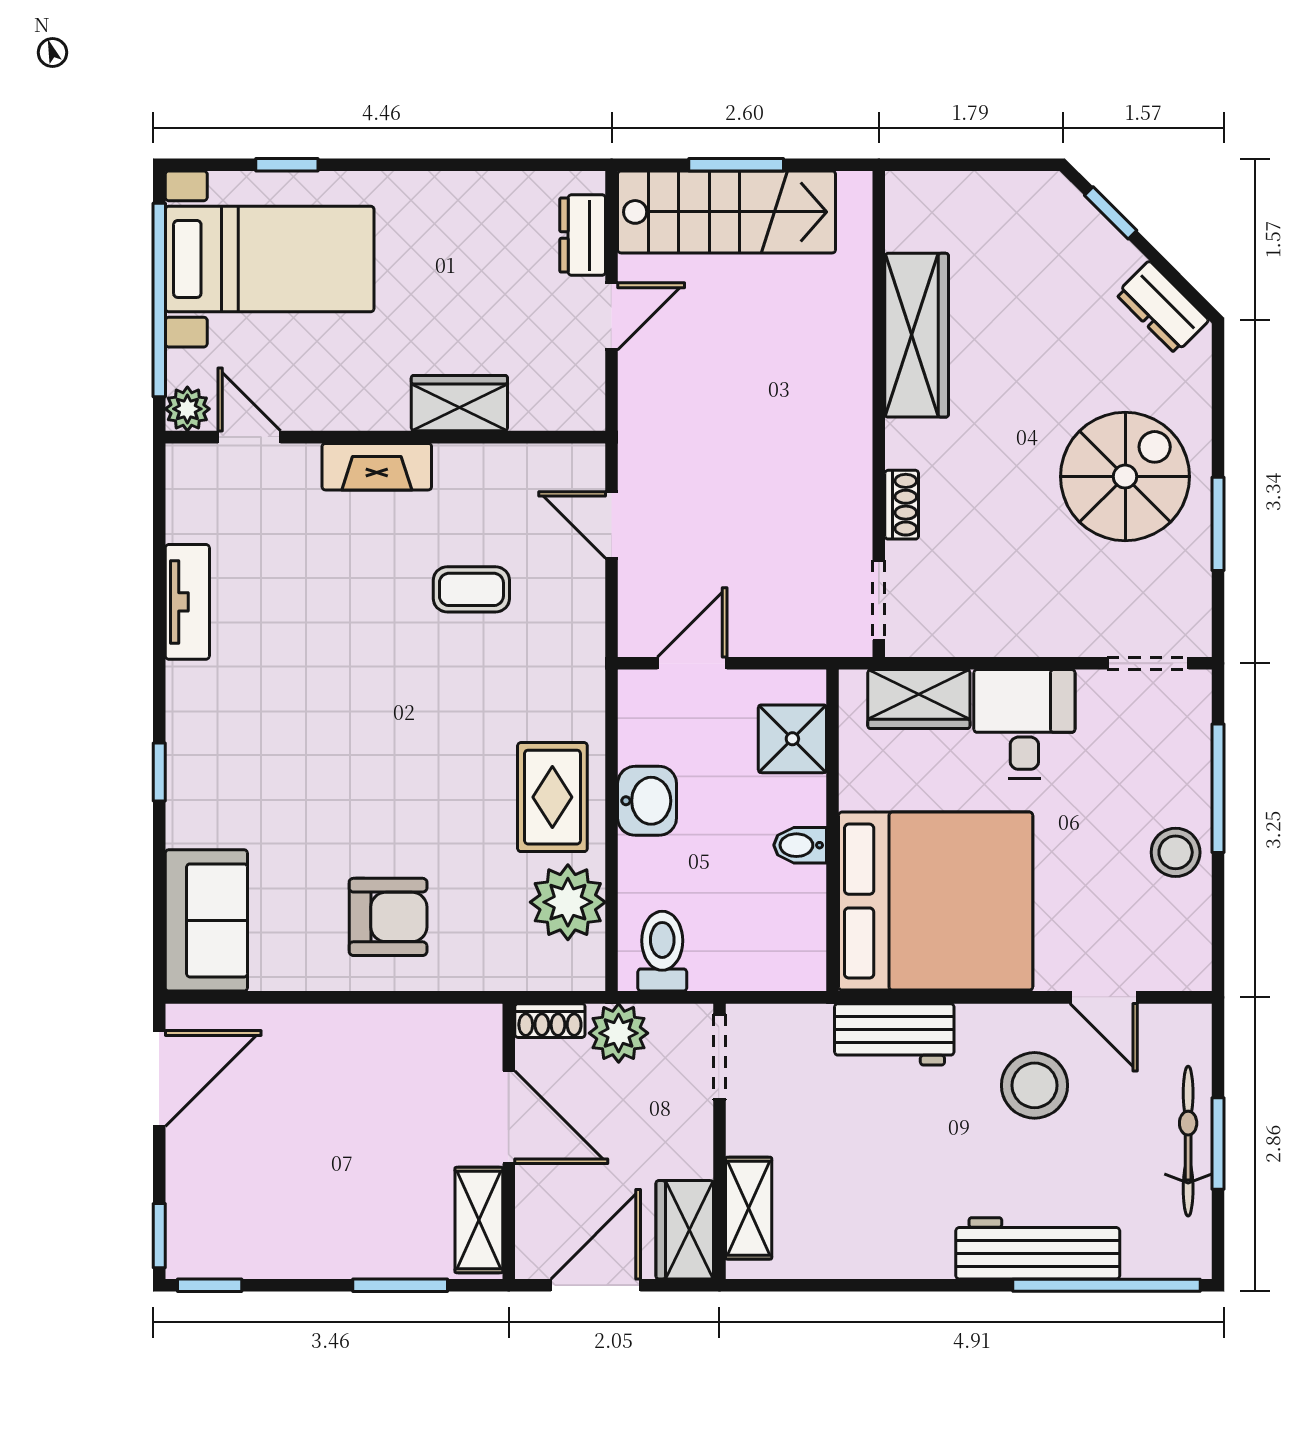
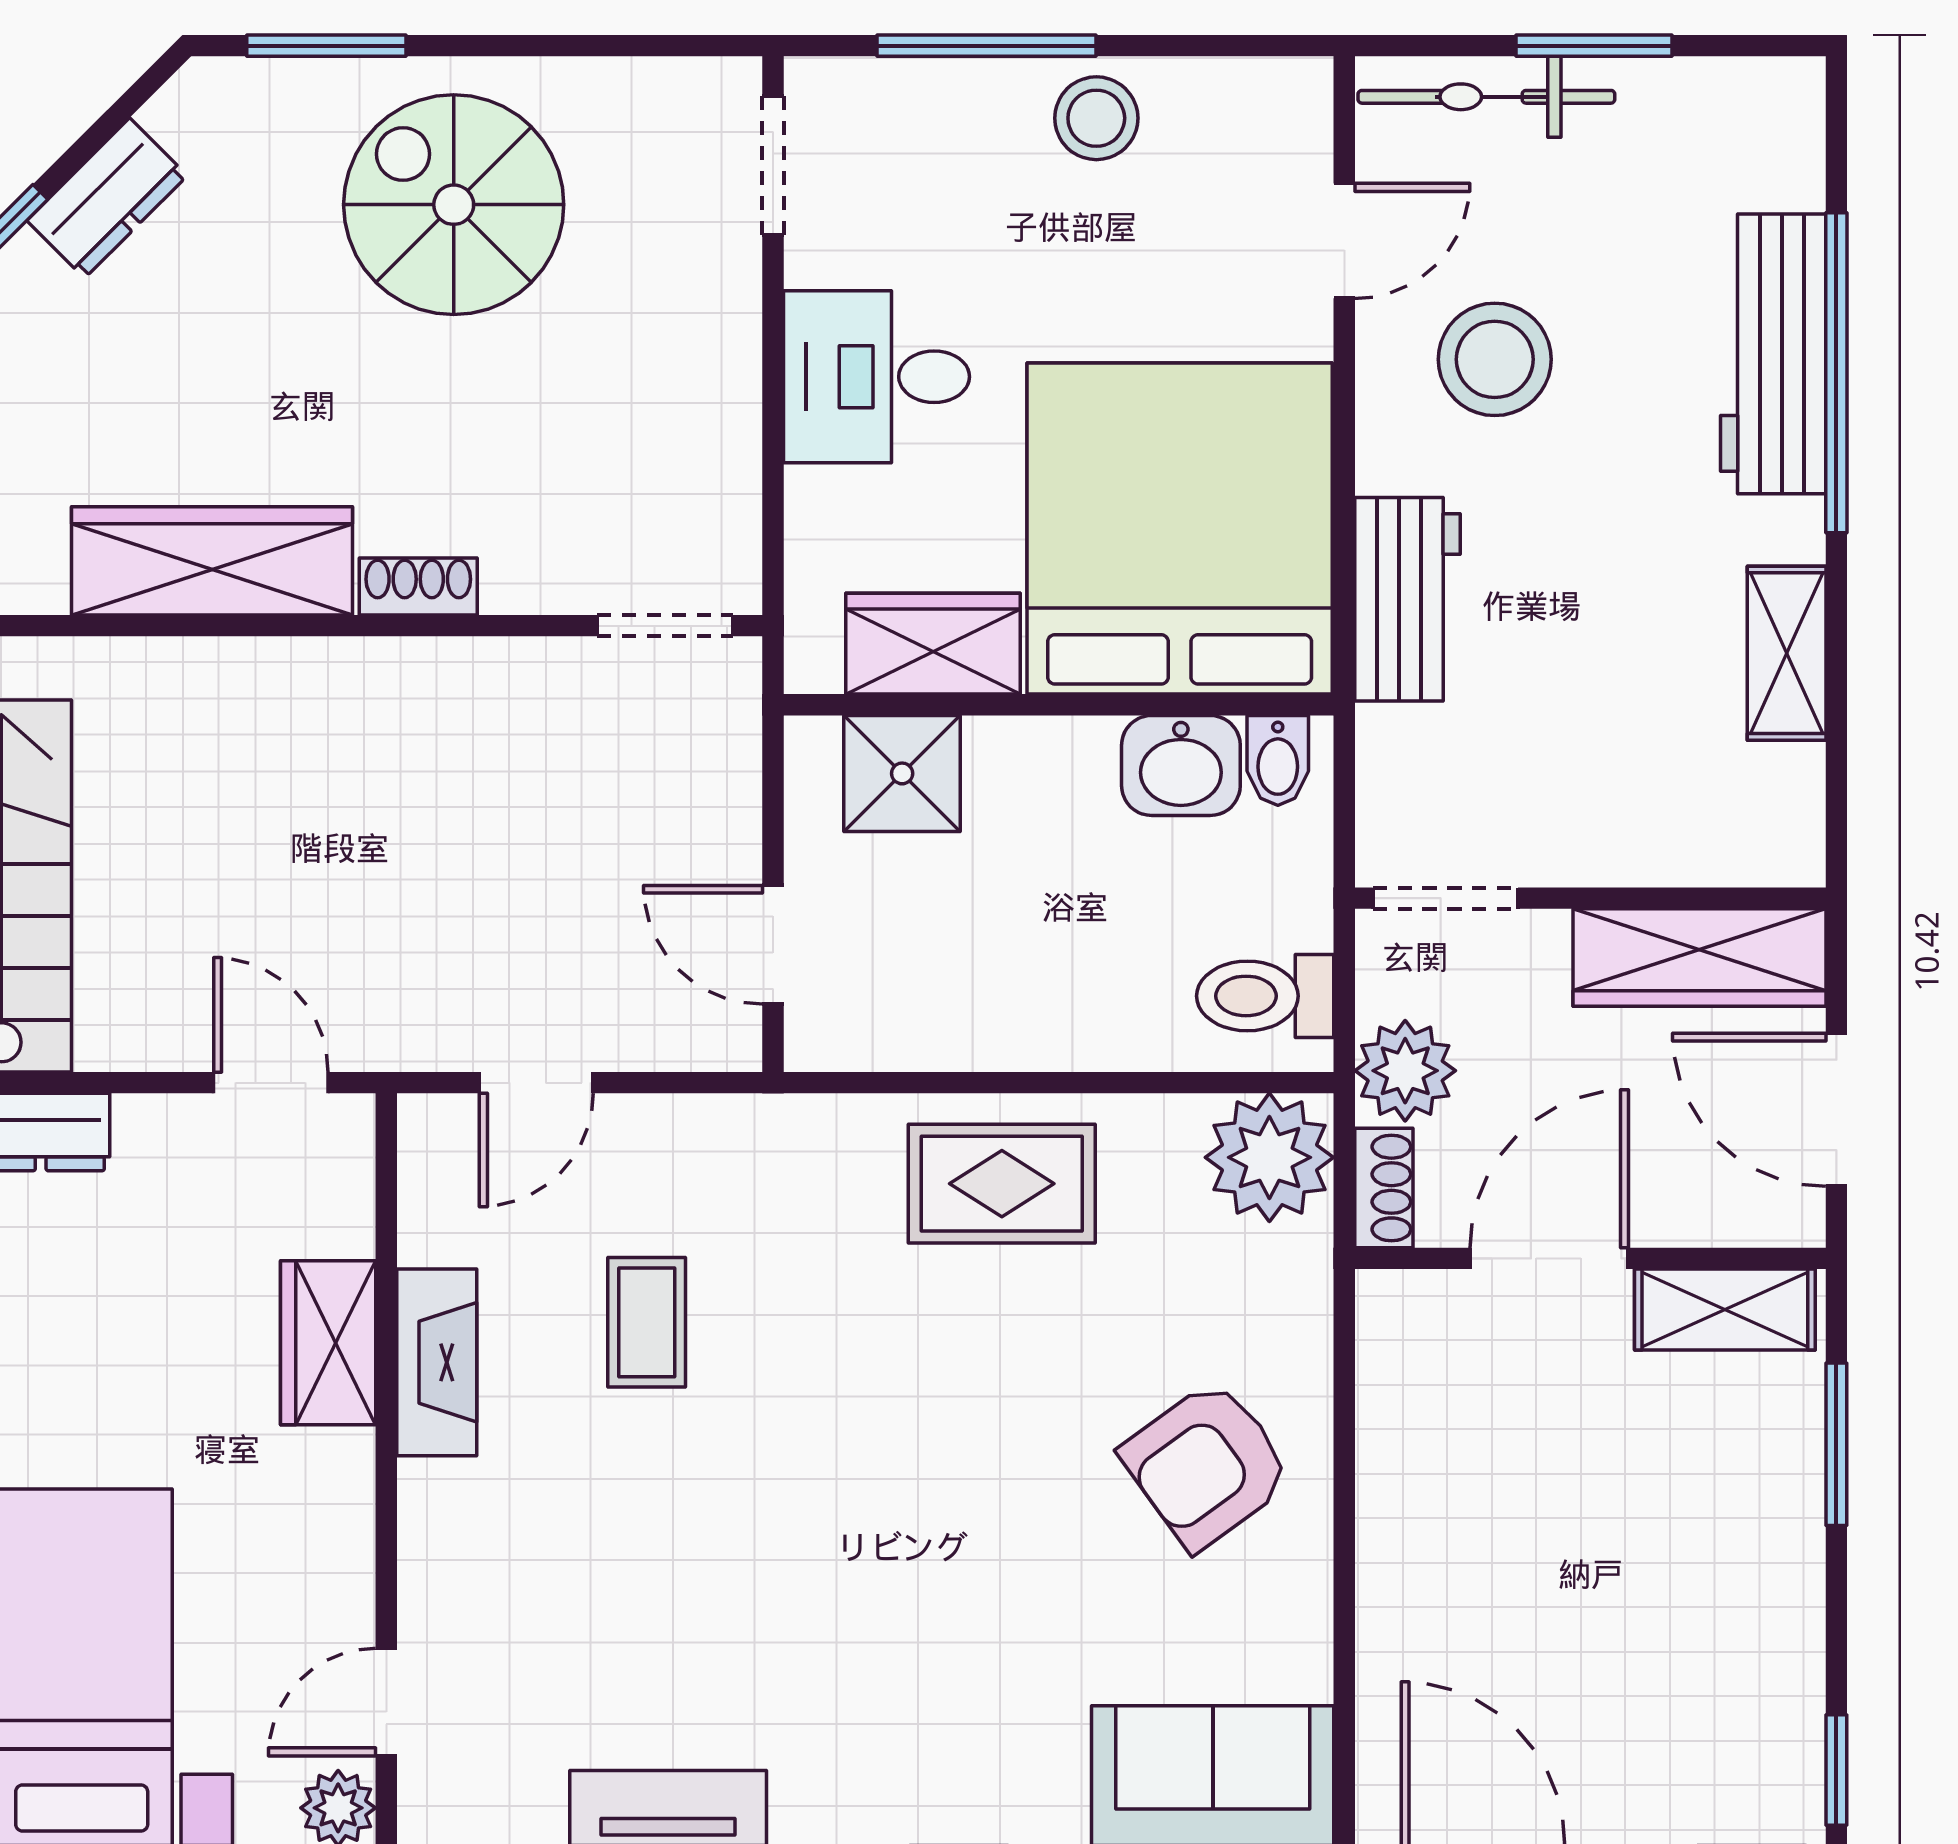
dresser: (1162, 307) -> (107, 198), moved
door: (612, 316) -> (271, 1083), moved
fireplace: (377, 467) -> (437, 1362), moved
shoe rack: (902, 505) -> (418, 586), moved
window: (1218, 524) -> (326, 46), moved
wardrobe: (919, 699) -> (933, 644), moved, turned -90
washbasin: (647, 801) -> (1181, 765), moved, turned 180
bidet: (800, 845) -> (1278, 760), moved
plant: (568, 902) -> (1269, 1157), moved
armchair: (388, 917) -> (1207, 1465), turned -126
bicycle: (1188, 1141) -> (1486, 97), moved
shelving: (749, 1208) -> (1787, 653), moved, turned 90
wardrobe: (685, 1230) -> (1700, 957), width x1.50
window: (1107, 1285) -> (1836, 373), moved

